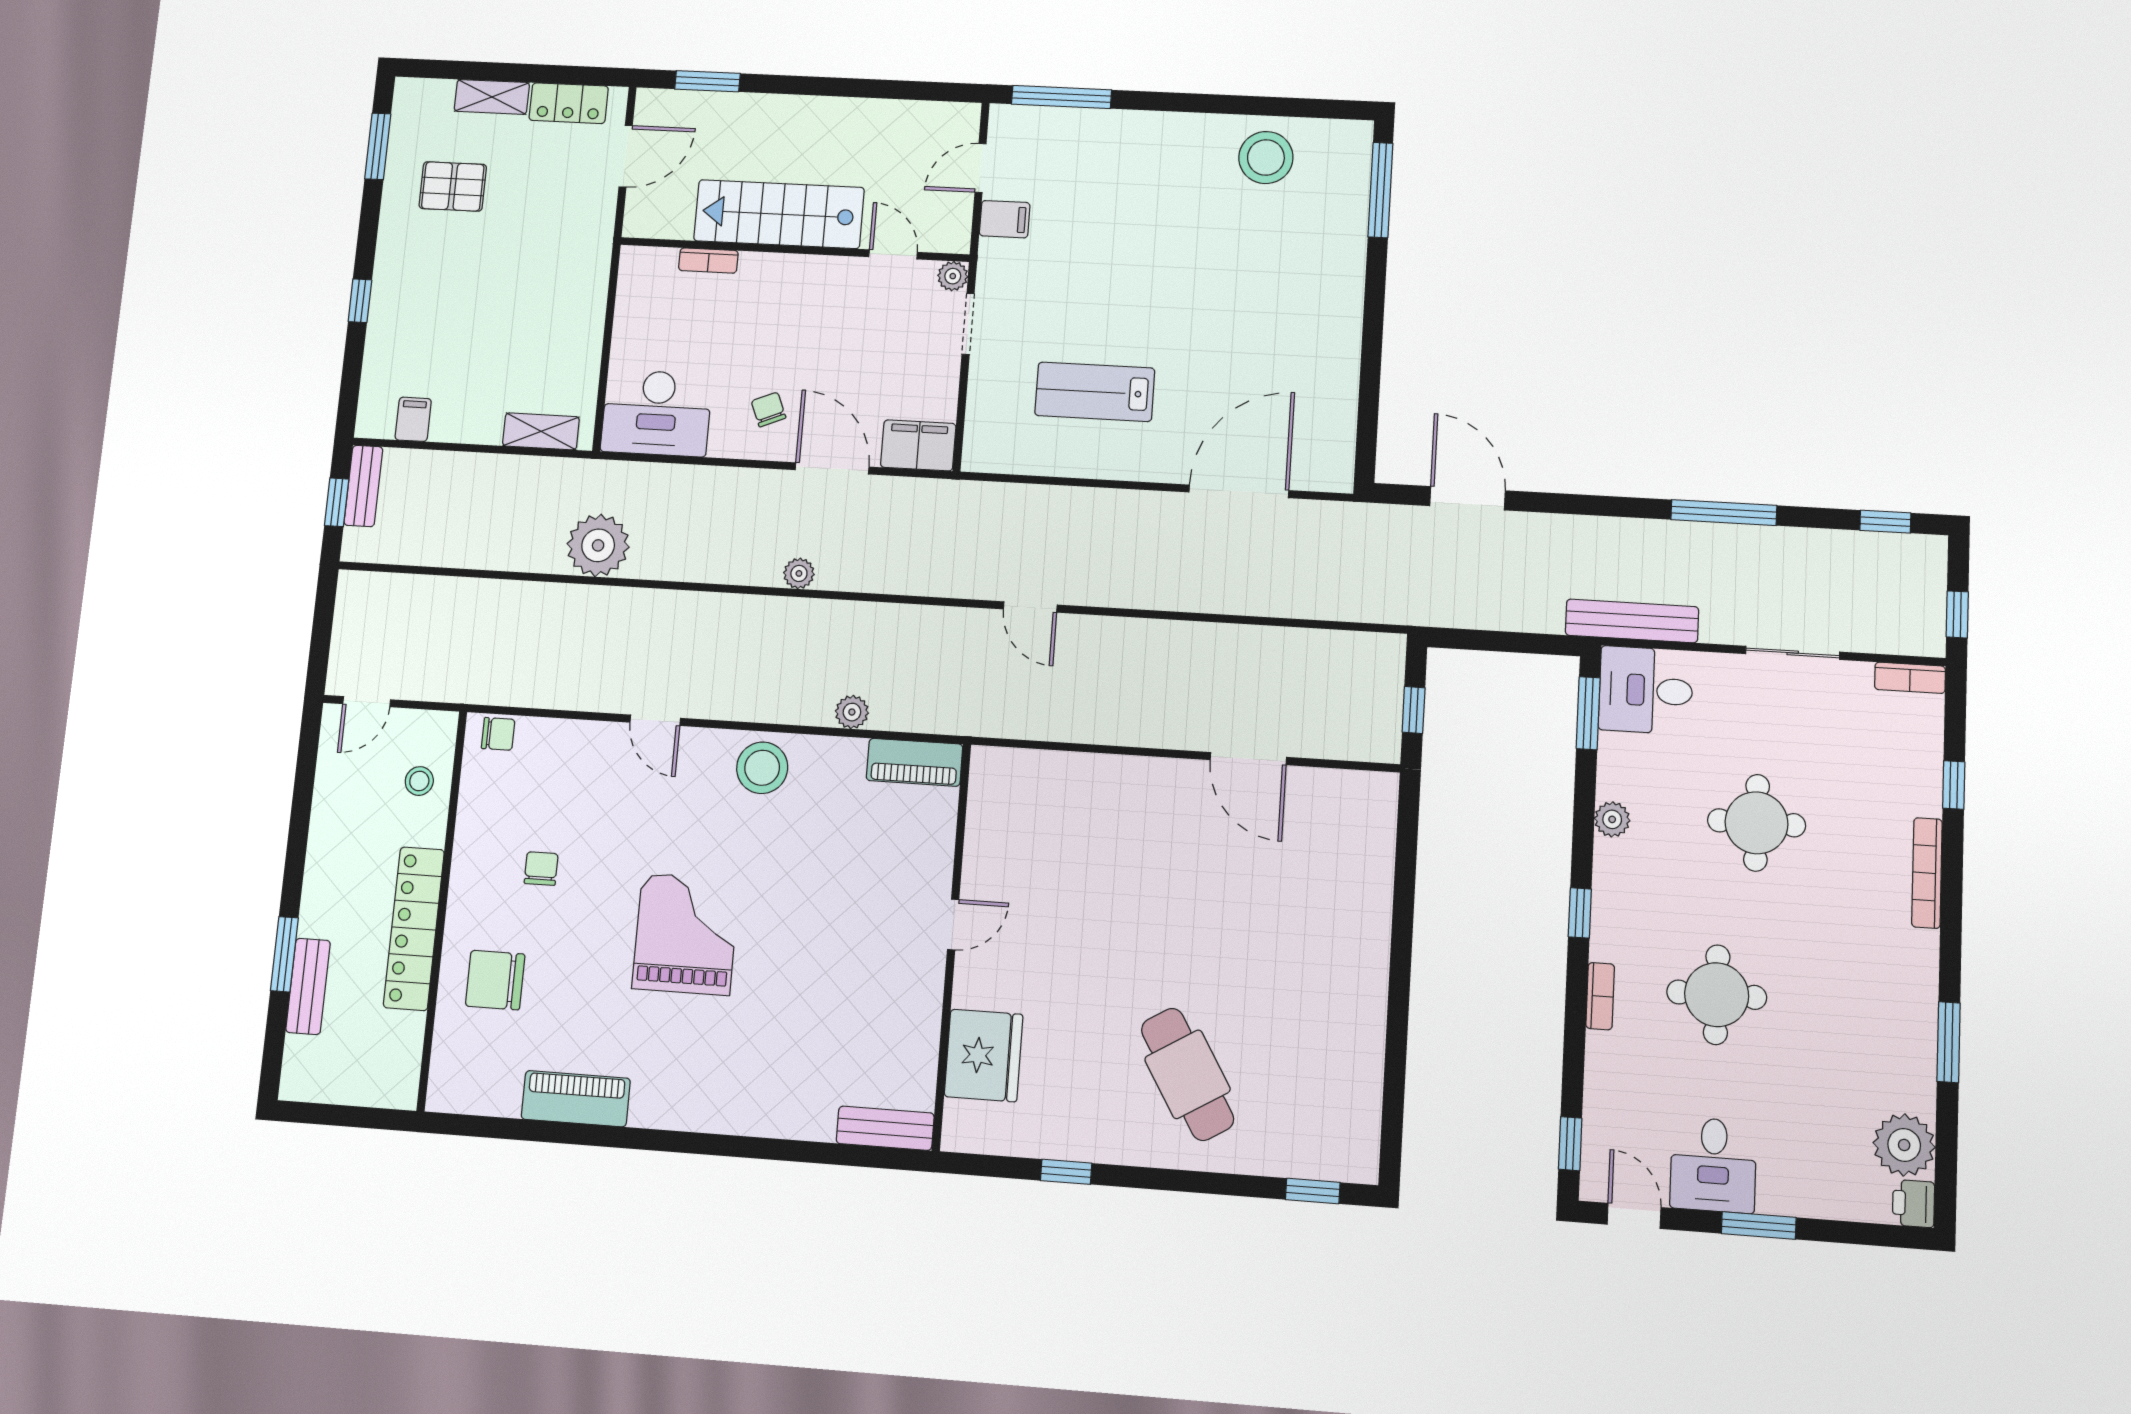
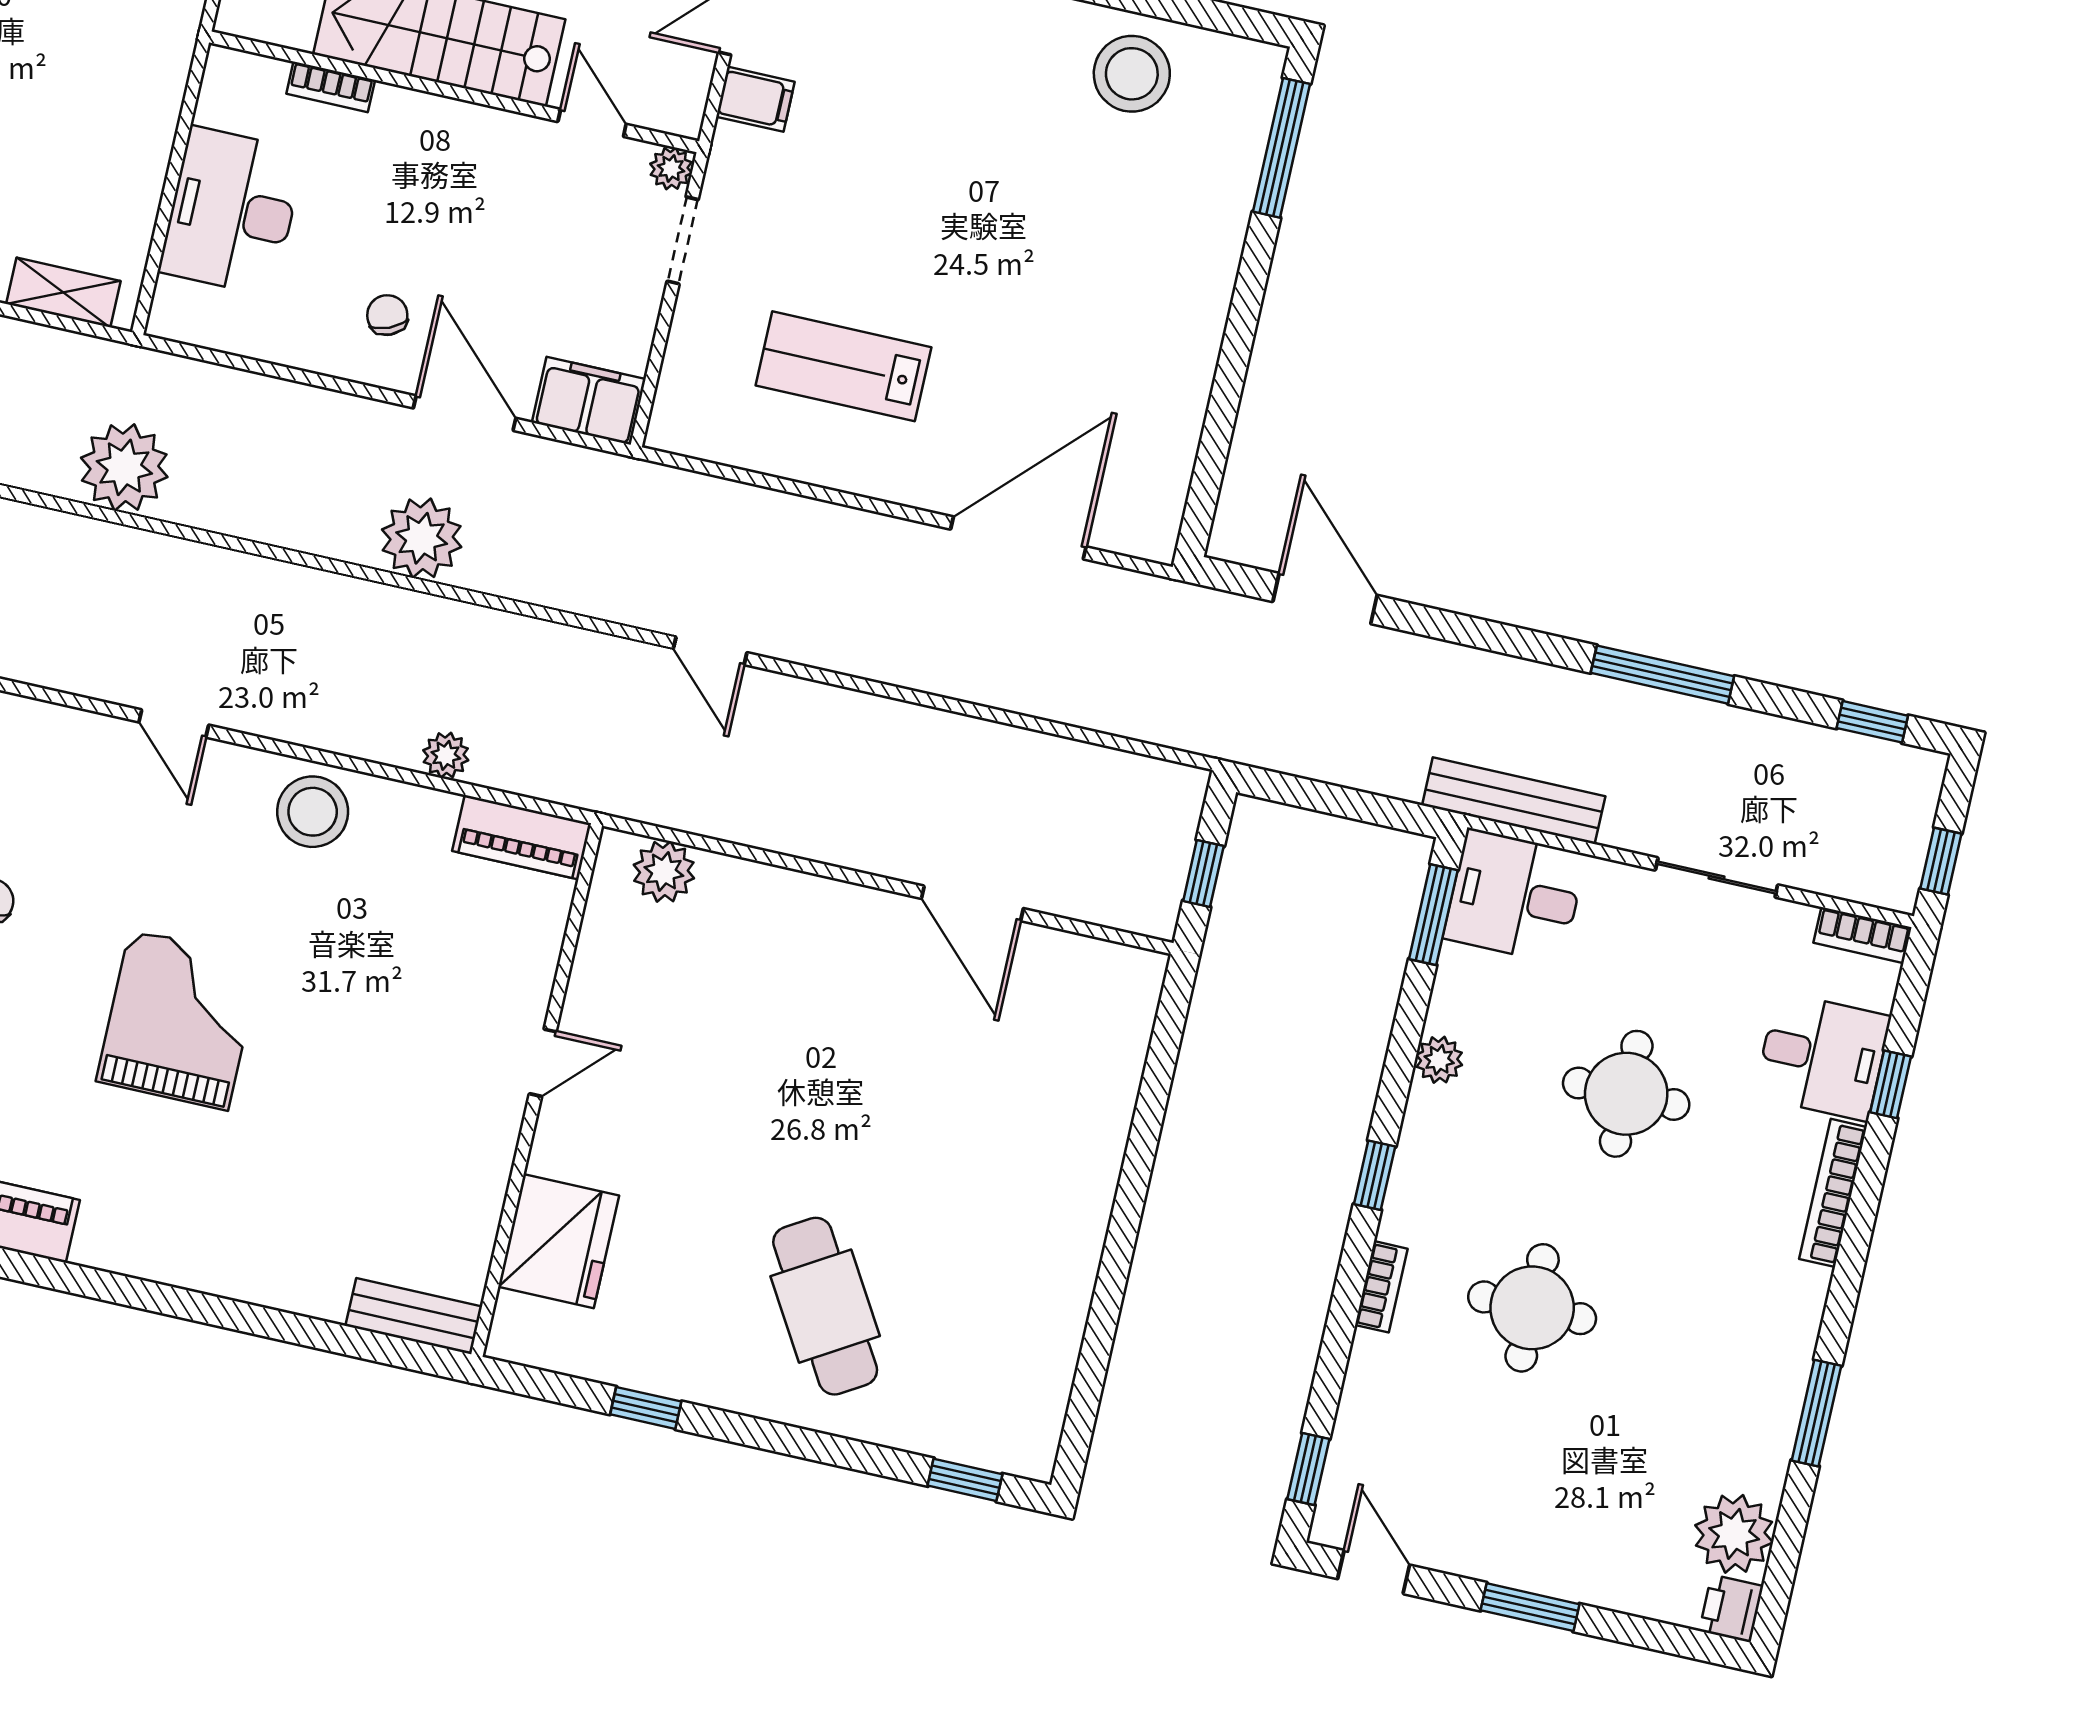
desk: (657, 413) -> (232, 211), moved, turned 90
plant: (799, 573) -> (422, 538), width x1.87, depth x1.87
plant: (1021, 771) -> (664, 872), added
desk: (1713, 1165) -> (1822, 1056), moved, turned -90

